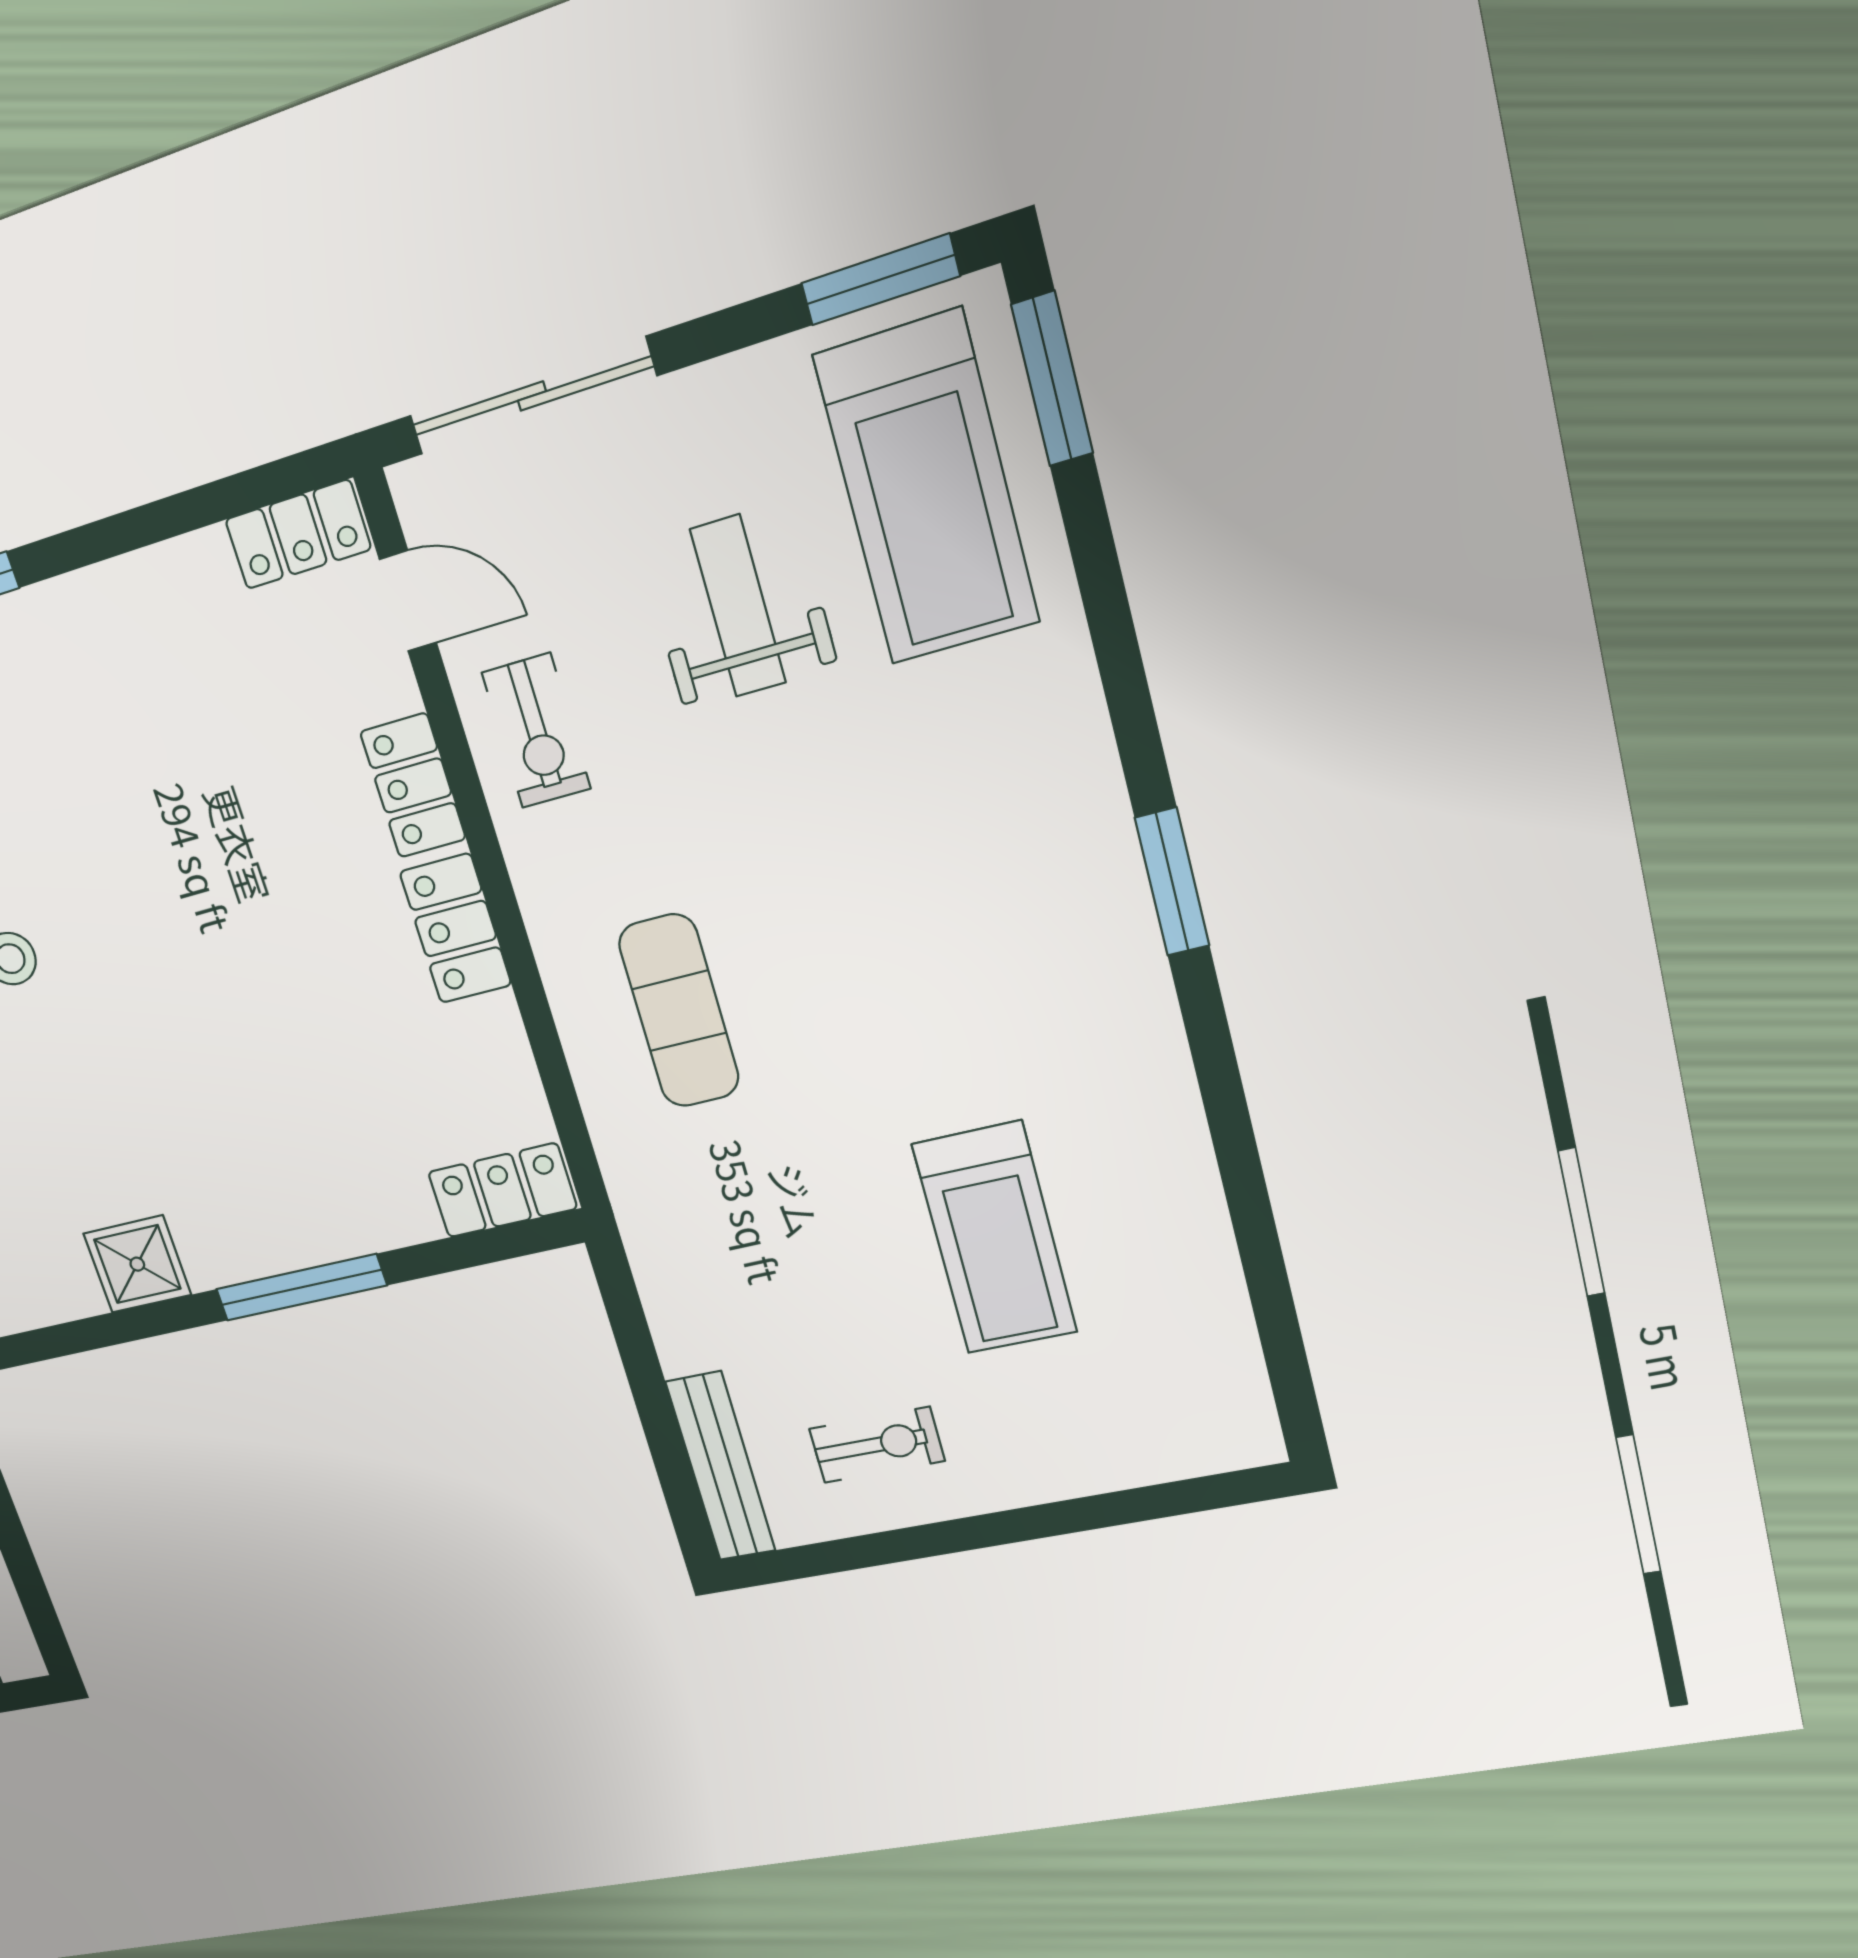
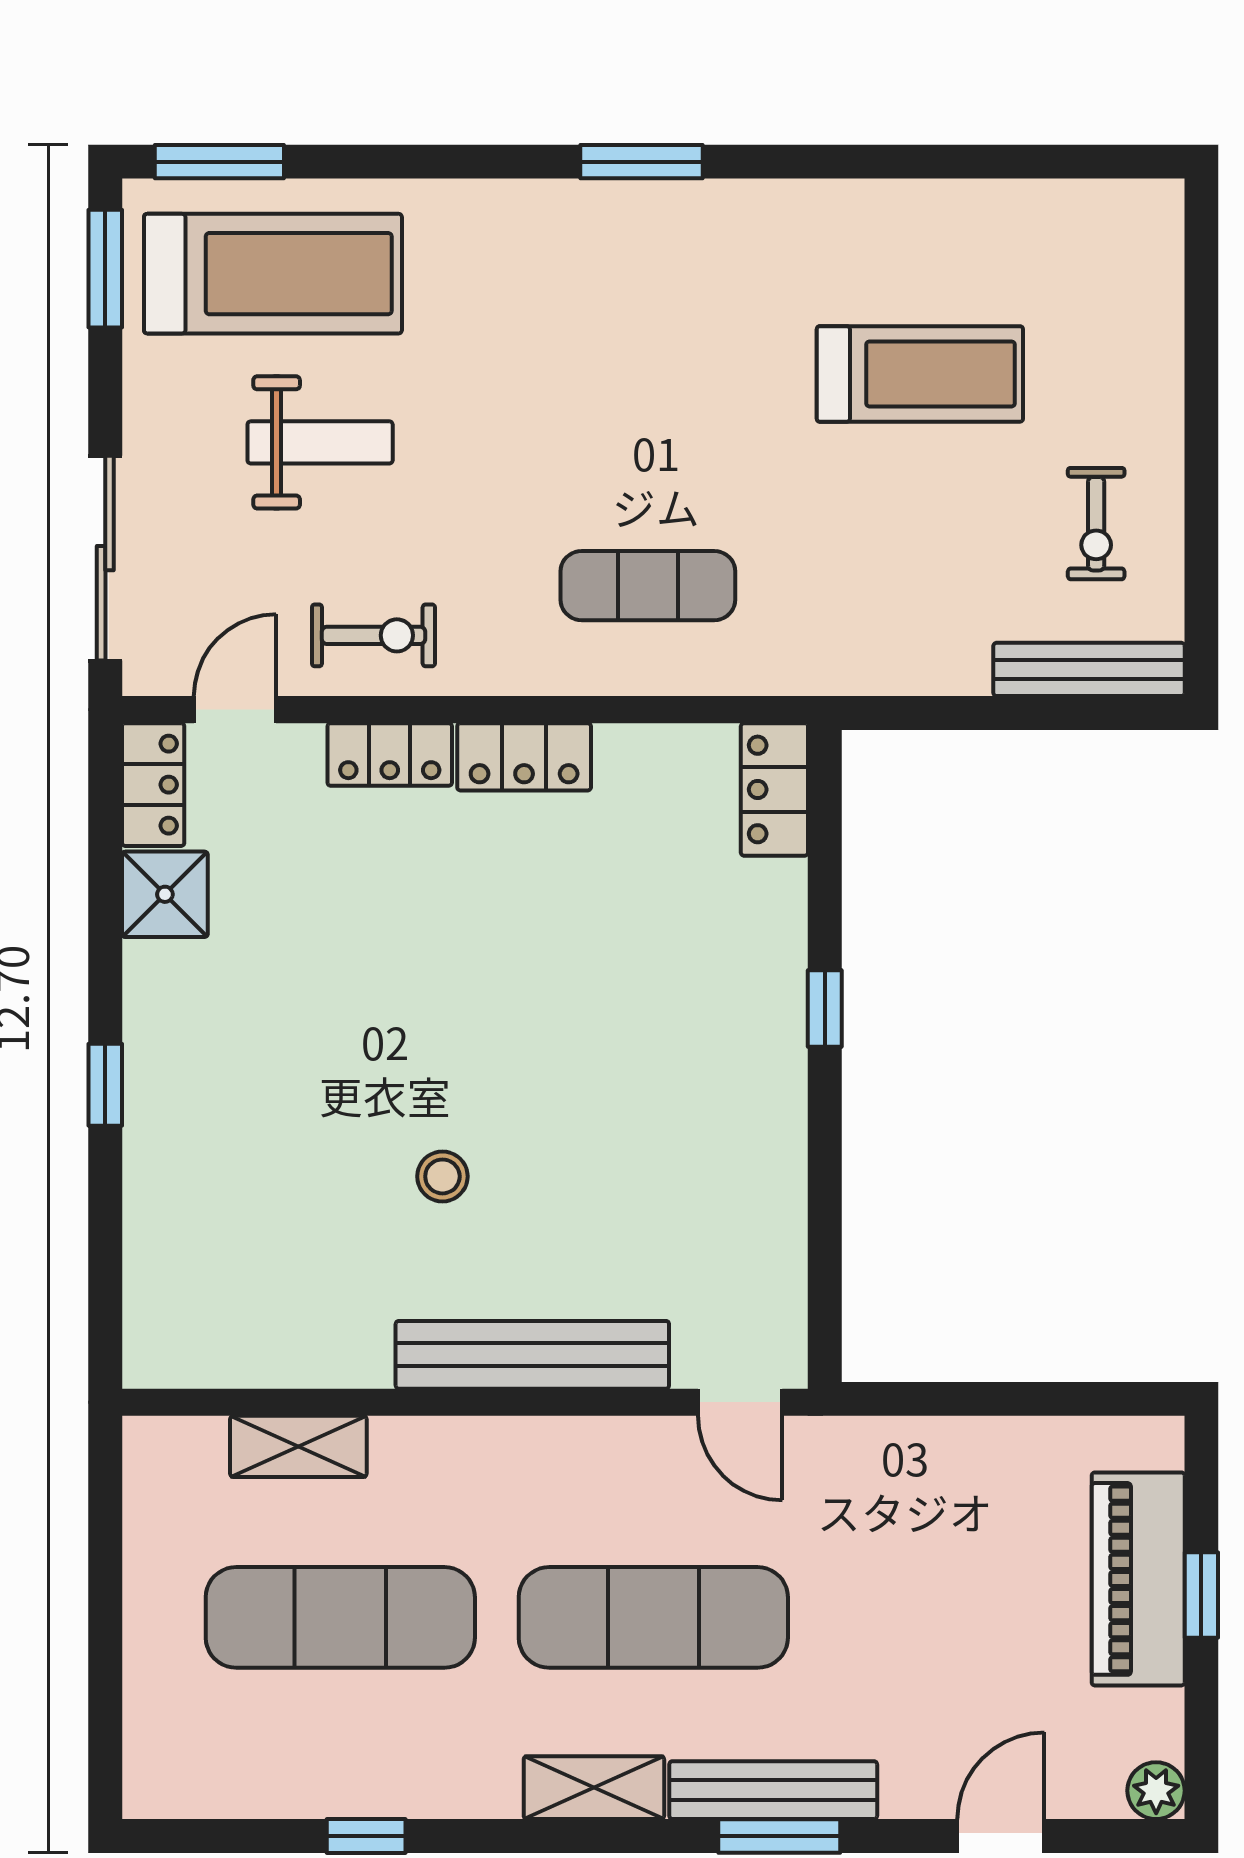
weight bench: (738, 606) -> (320, 442), turned 180
shower: (137, 1264) -> (165, 894), moved
window: (301, 1287) -> (825, 1009), width x0.46
exercise bike: (877, 1445) -> (1096, 524), turned 180

